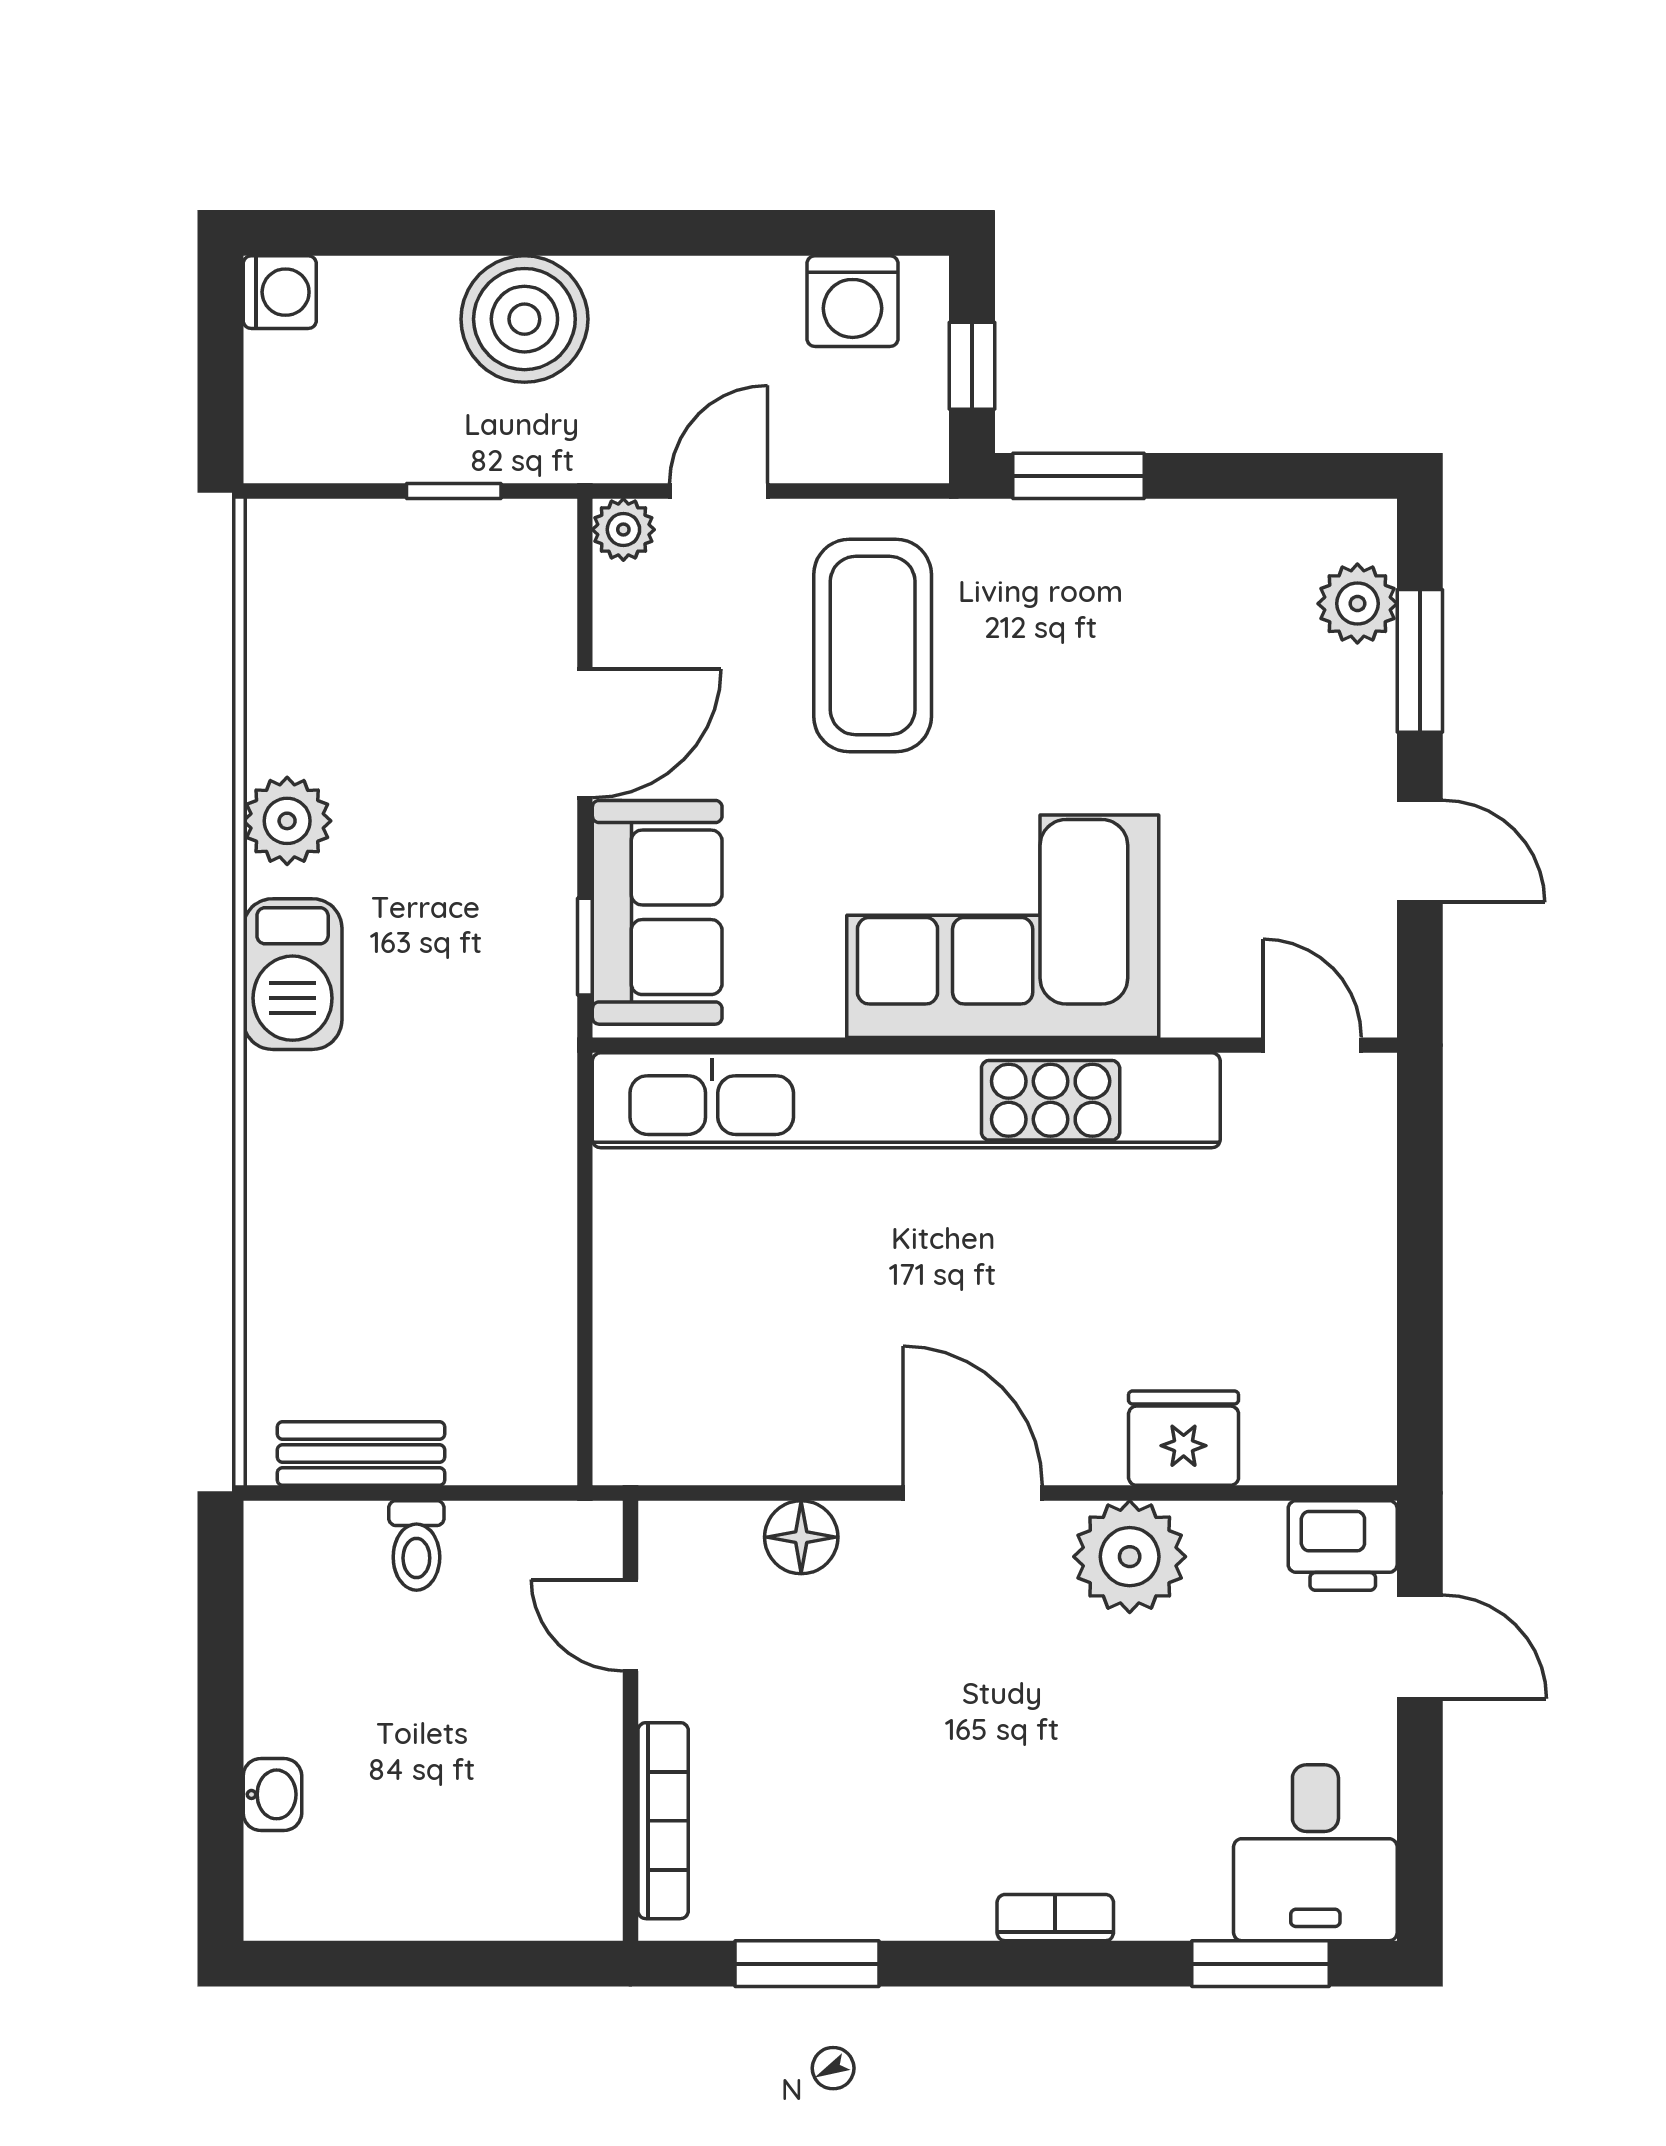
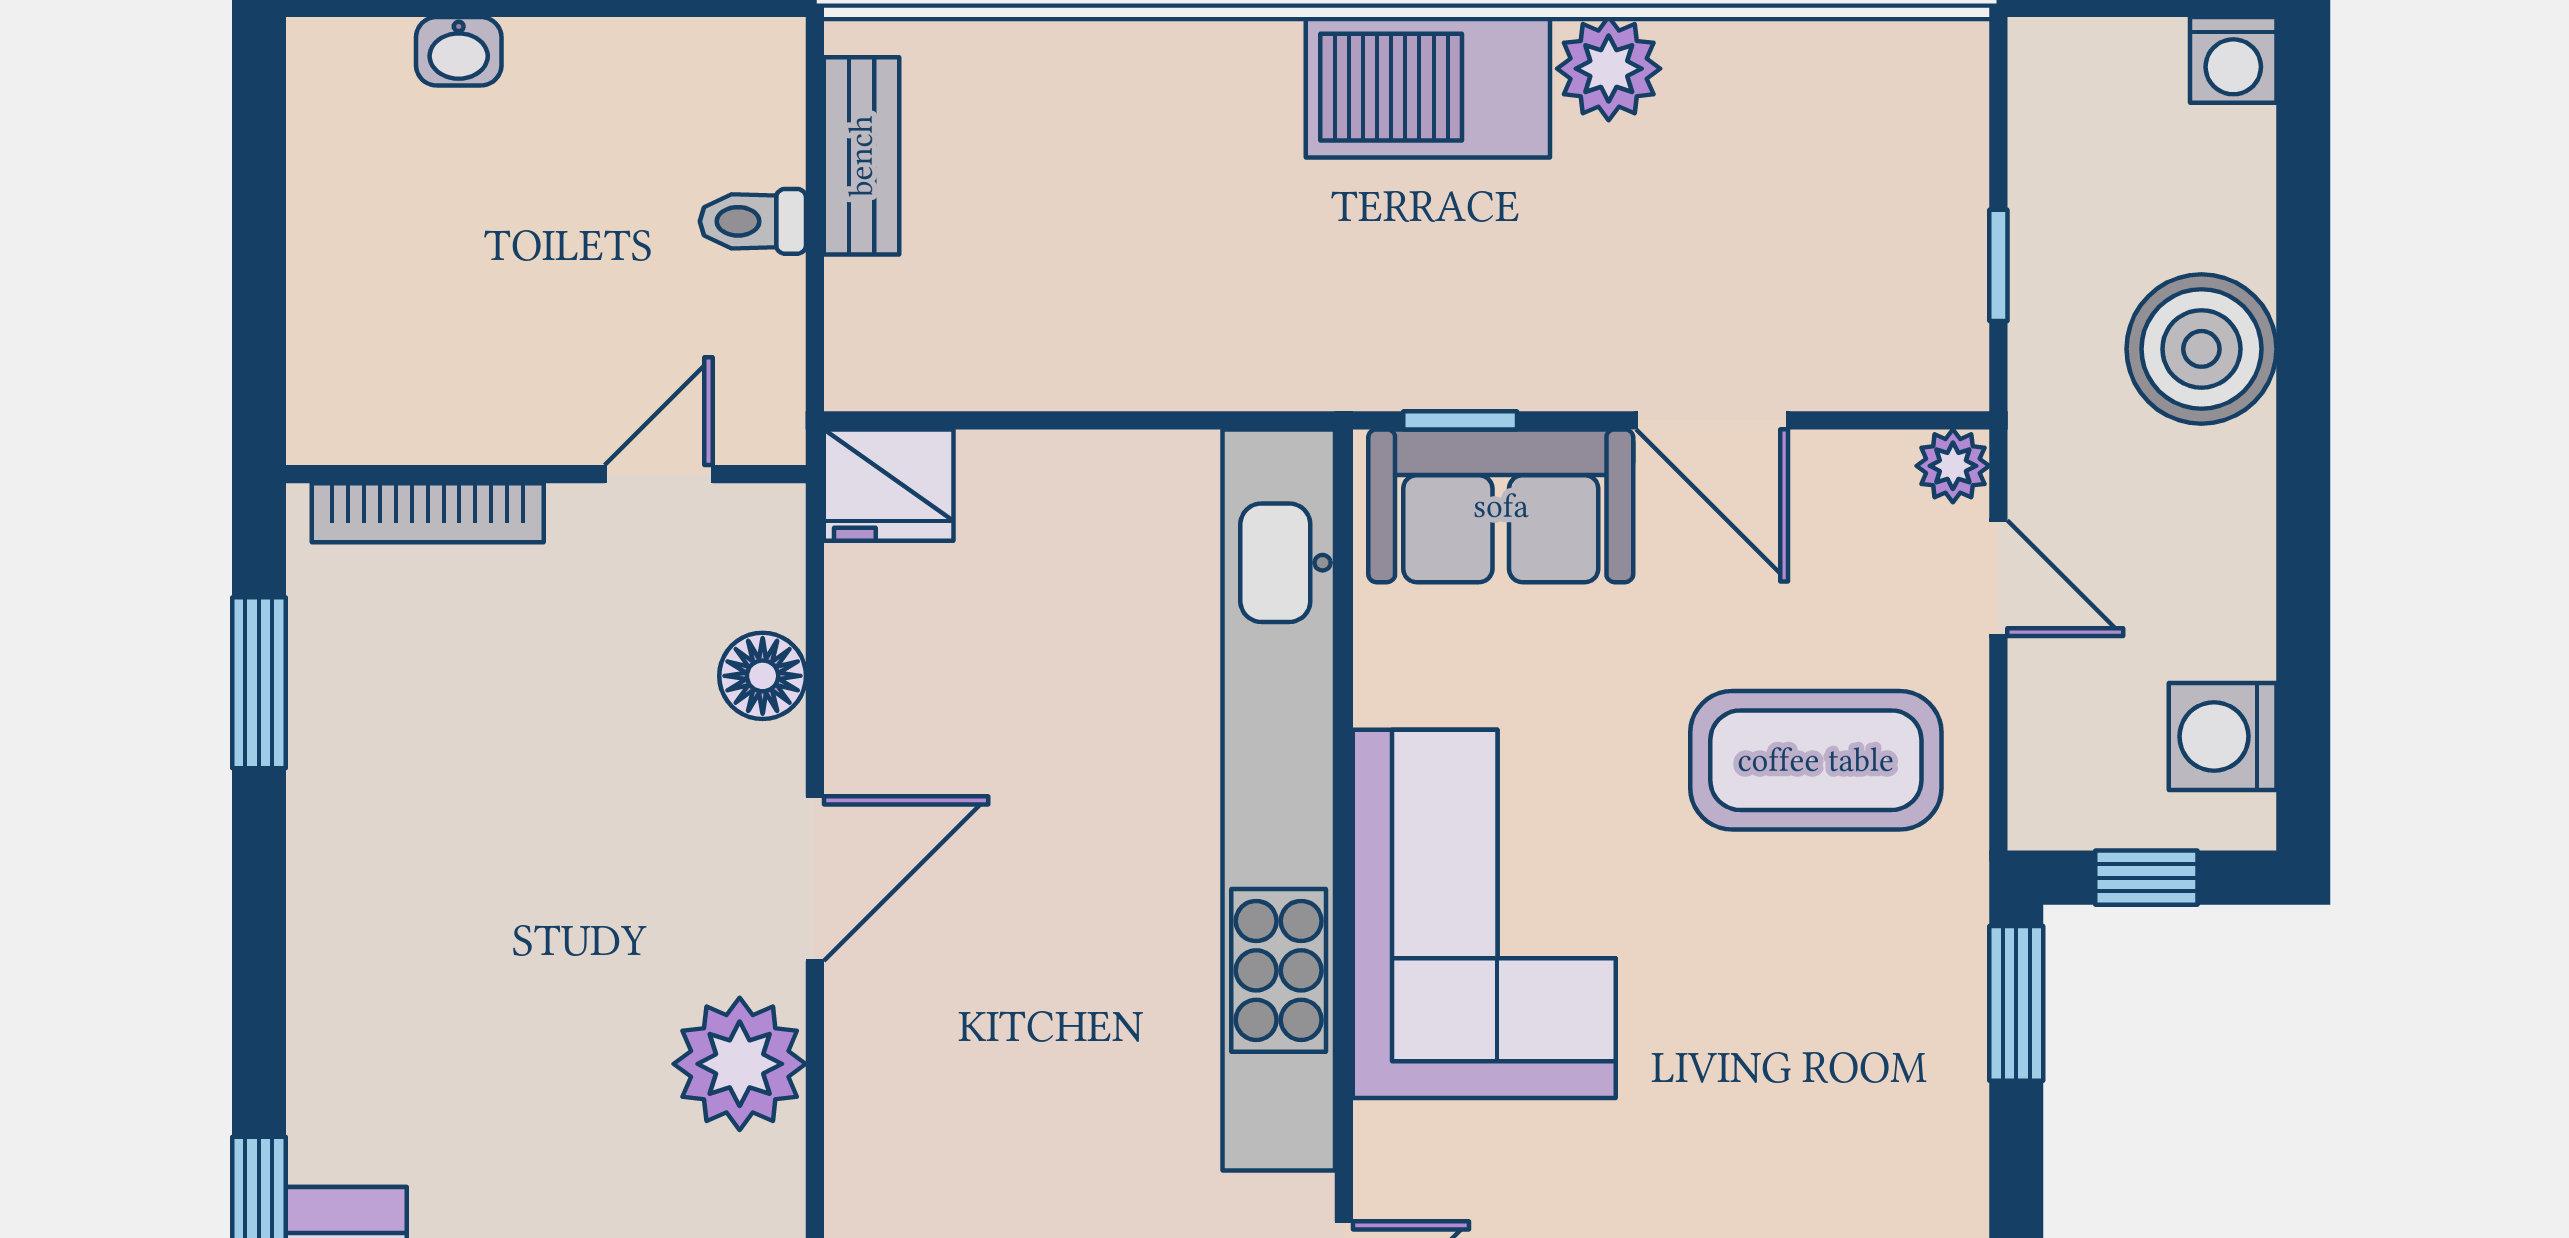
barbecue: (293, 974) -> (1428, 87), width x1.37, depth x1.21
fridge: (1184, 1438) -> (889, 485), moved, turned 90
bookcase: (1055, 1918) -> (313, 976), removed

